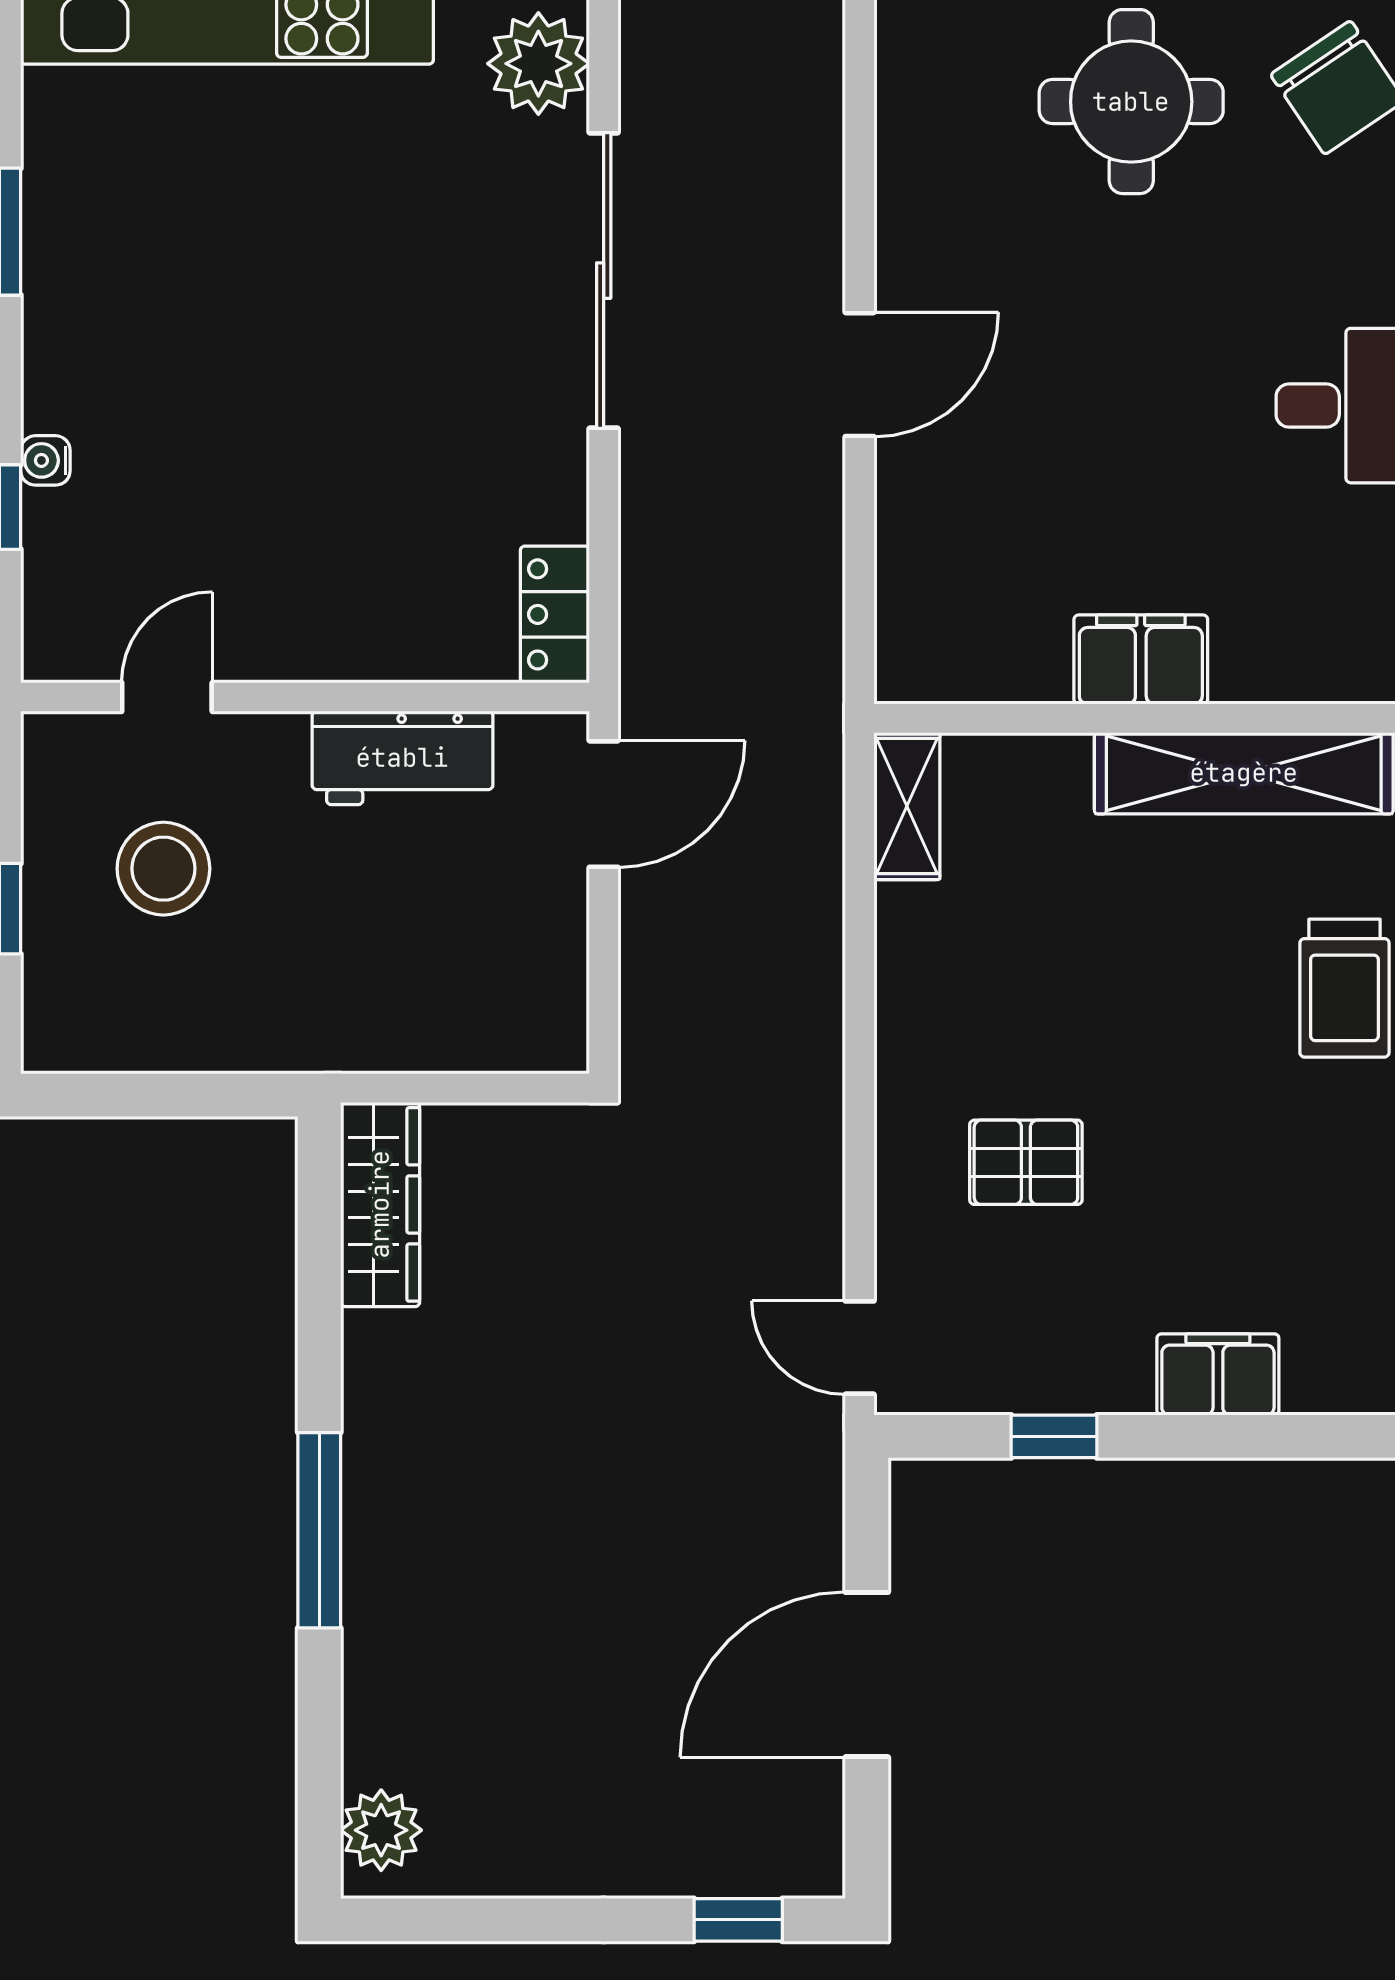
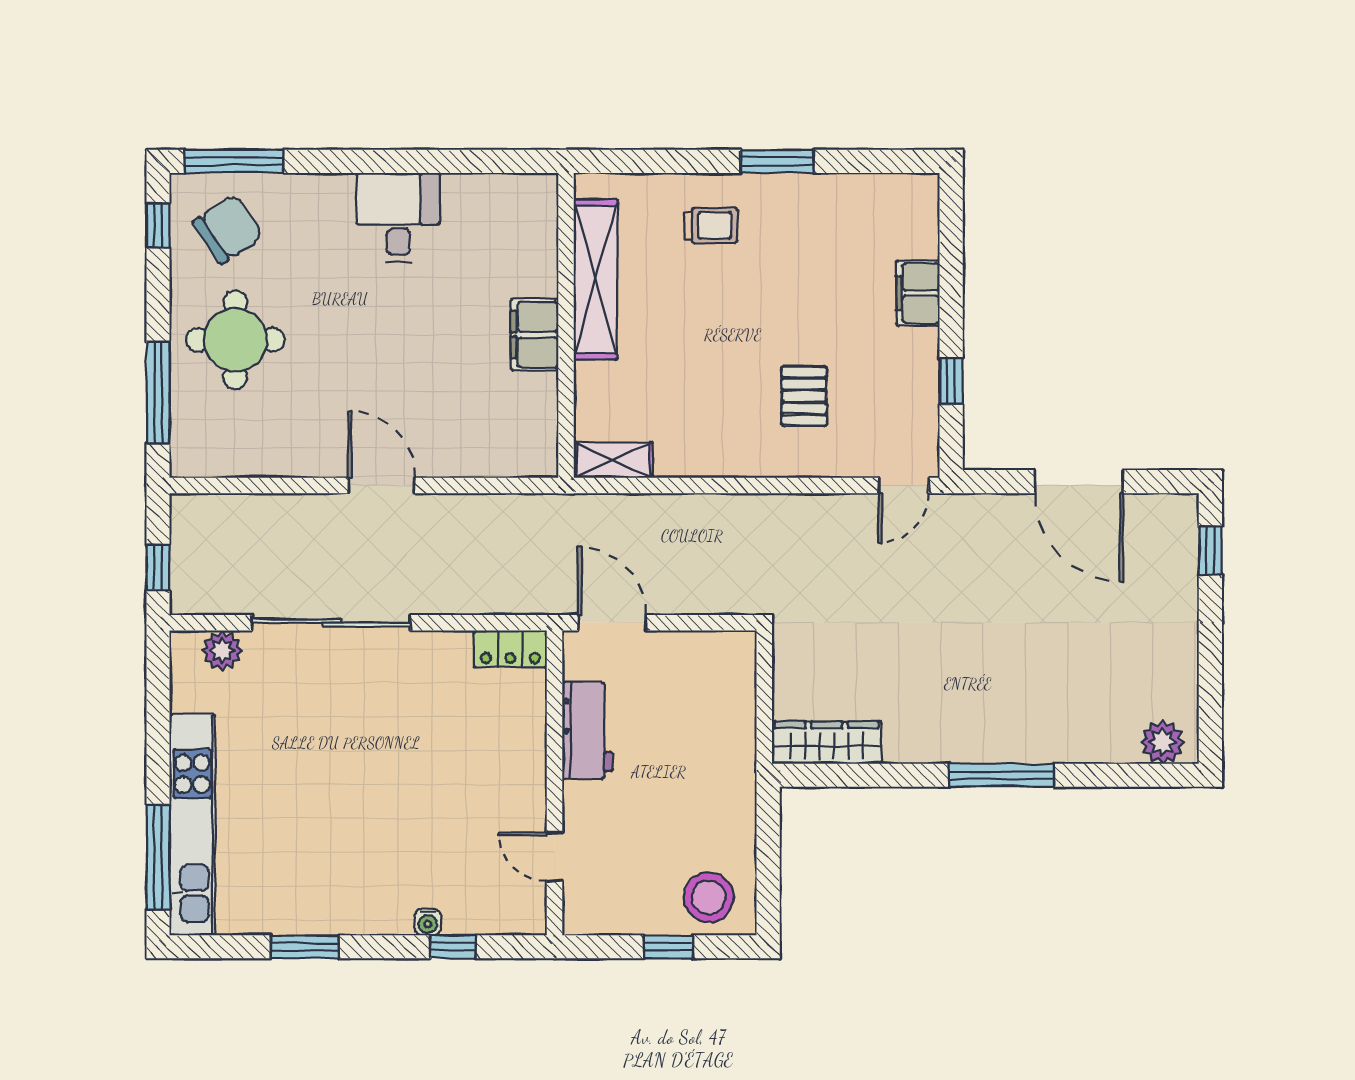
plant: (538, 64) -> (222, 650), width x0.73, depth x0.73
stool: (163, 869) -> (709, 897), moved
trolley: (1344, 988) -> (711, 225), width x0.73, depth x0.72

